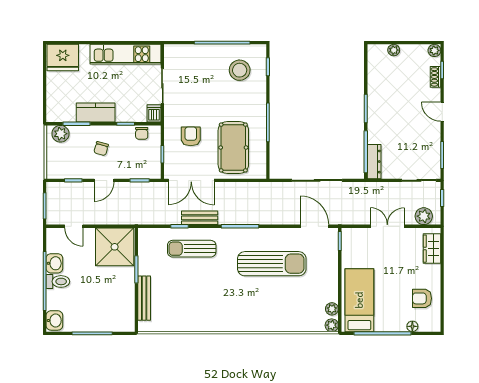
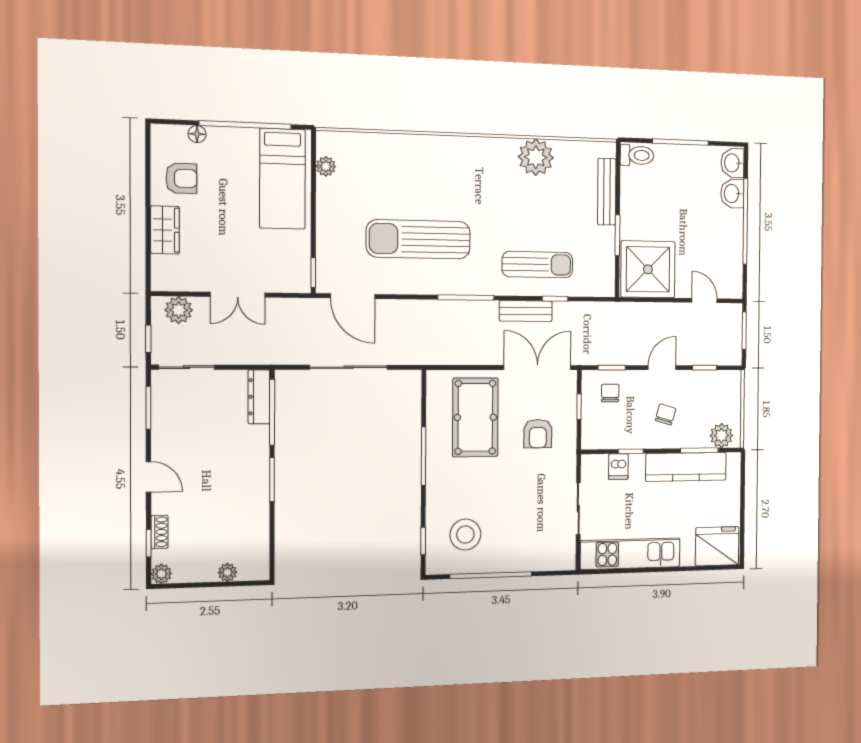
kitchen counter: (96, 113) -> (686, 467), width x1.50
dishwasher: (154, 113) -> (618, 467), moved
chair: (142, 133) -> (610, 393), moved
wardrobe: (432, 249) -> (165, 230), moved
washbasin: (54, 263) -> (732, 193), moved
toilet: (58, 281) -> (637, 155), moved, turned 180
plant: (332, 325) -> (536, 157), moved, width x1.88, depth x1.88

